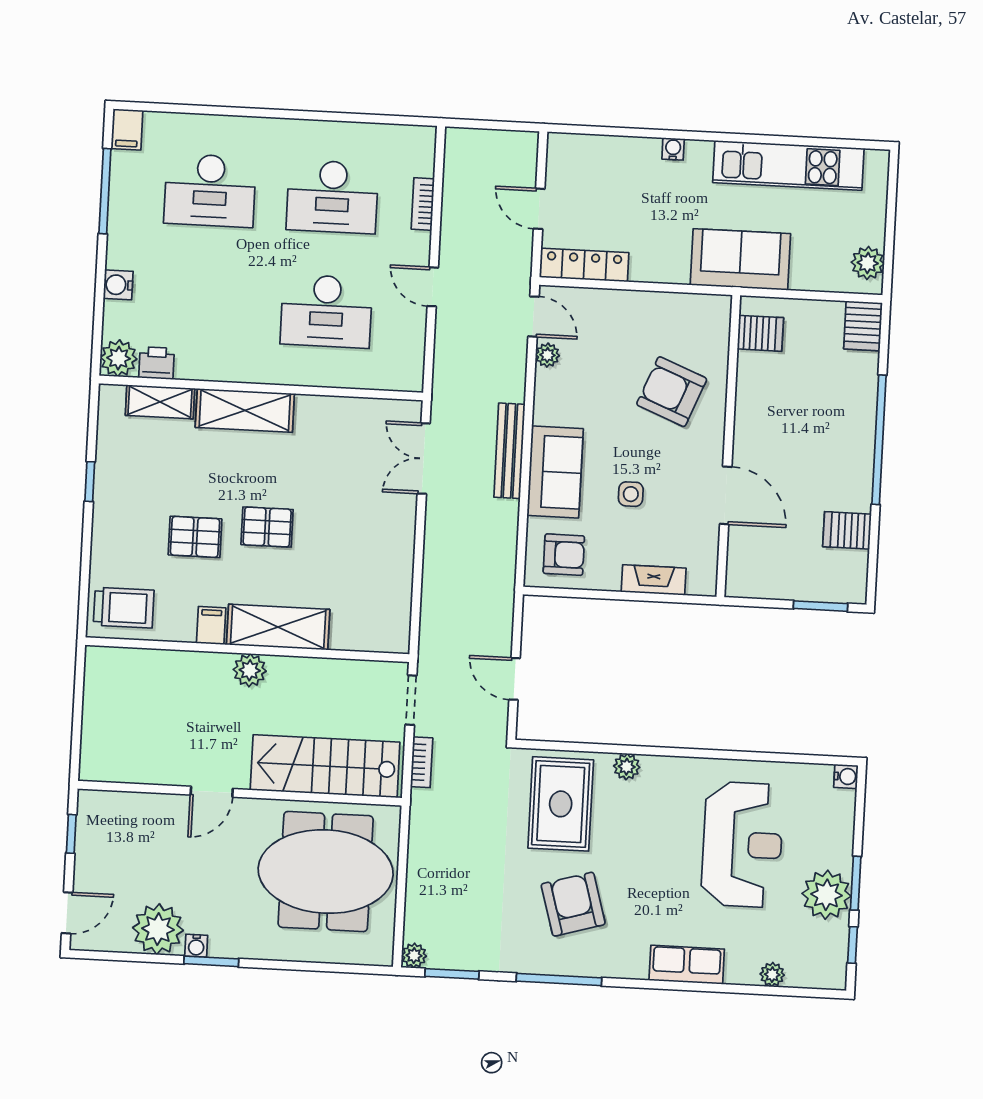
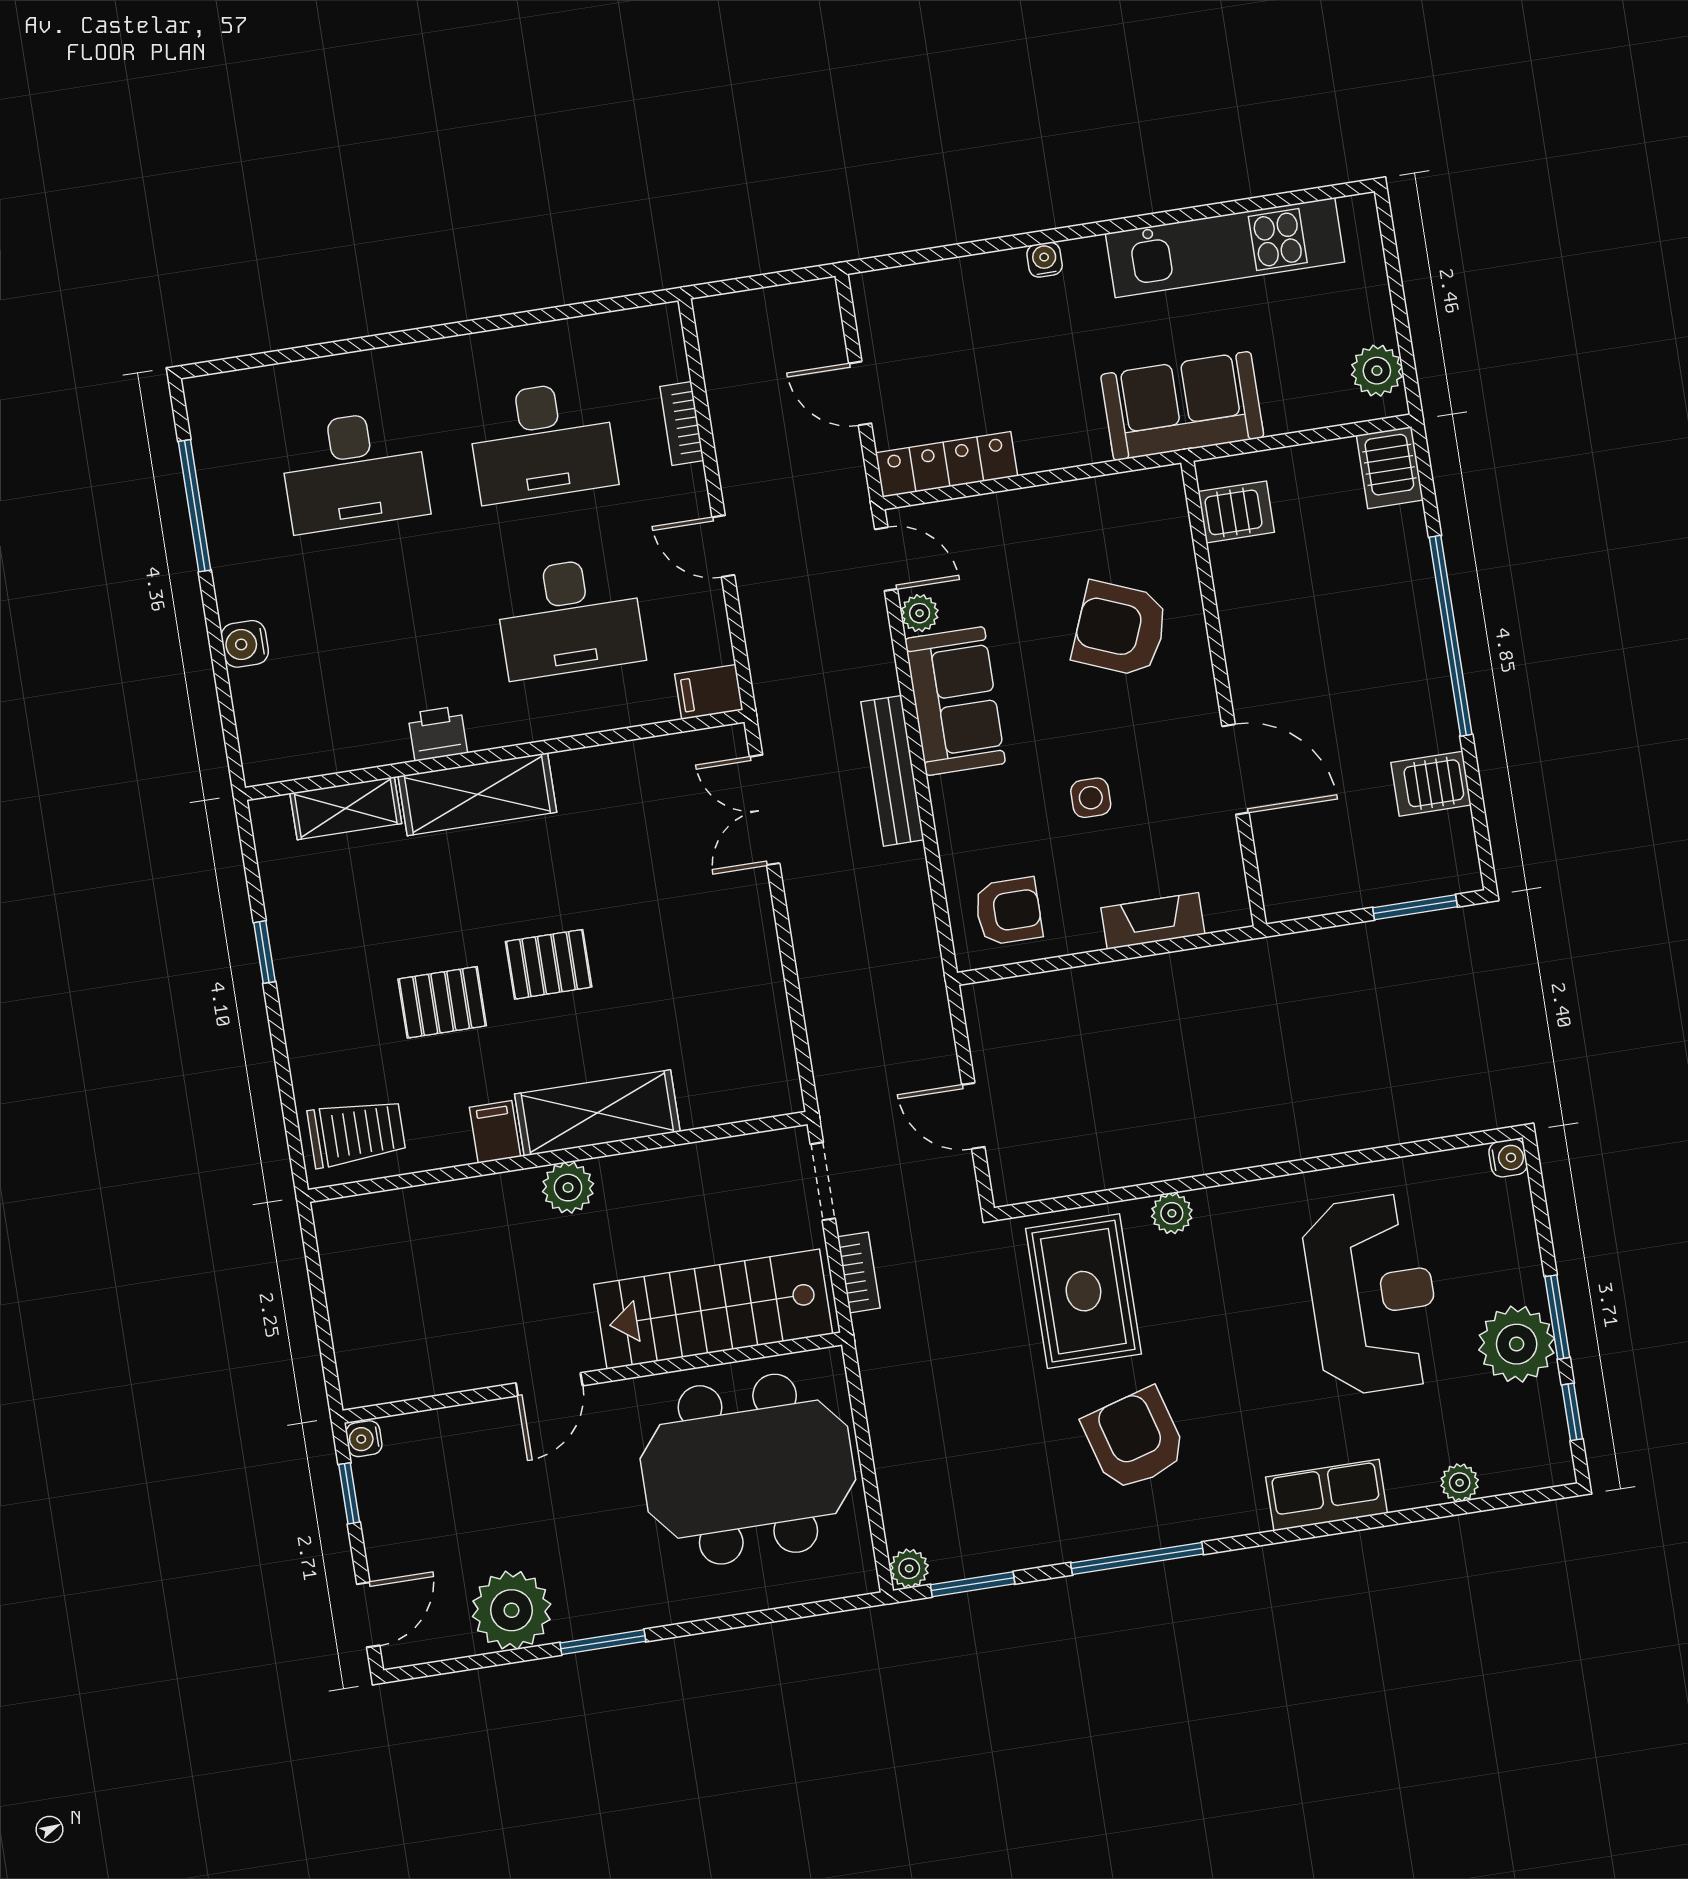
filing cabinet: (127, 130) -> (709, 692), moved, turned 90
plant: (119, 358) -> (269, 755), removed
printer: (157, 363) -> (438, 733), moved
sofa: (555, 472) -> (955, 701), moved
water cooler: (196, 946) -> (364, 1439), moved, turned 90

